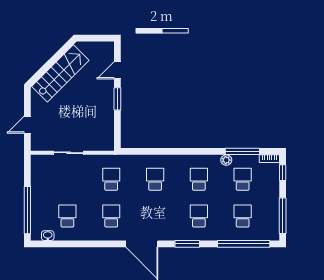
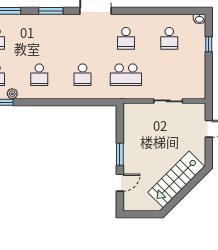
school desk: (111, 179) -> (126, 75), width x1.85
window: (27, 210) -> (209, 44), width x0.32
school desk: (199, 216) -> (39, 38), removed
washbasin: (48, 236) -> (199, 19), moved

